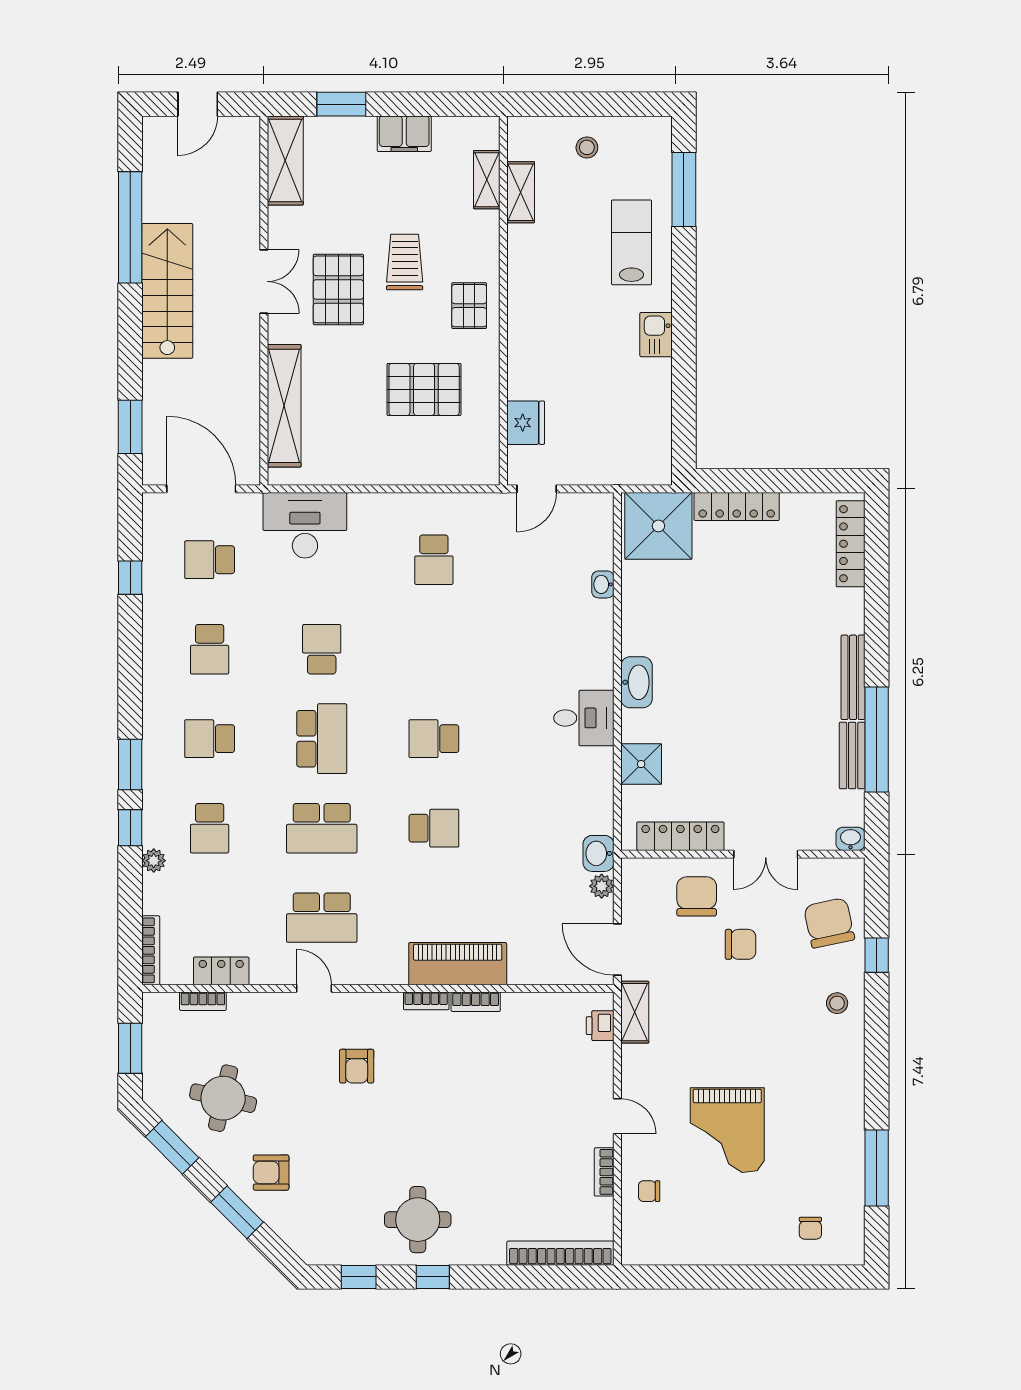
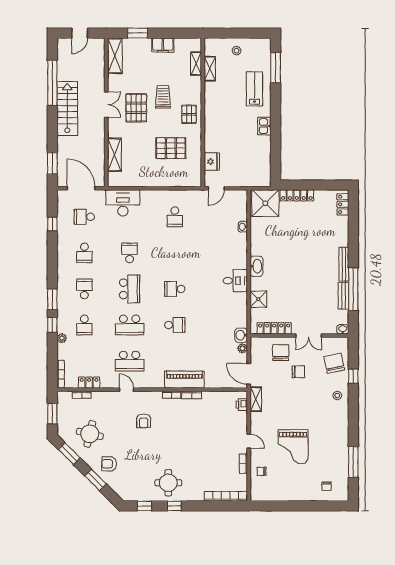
shelving: (284, 406) -> (114, 155), width x0.68
locker: (851, 544) -> (343, 204), width x0.66
school desk: (210, 739) -> (84, 289), turned 90

